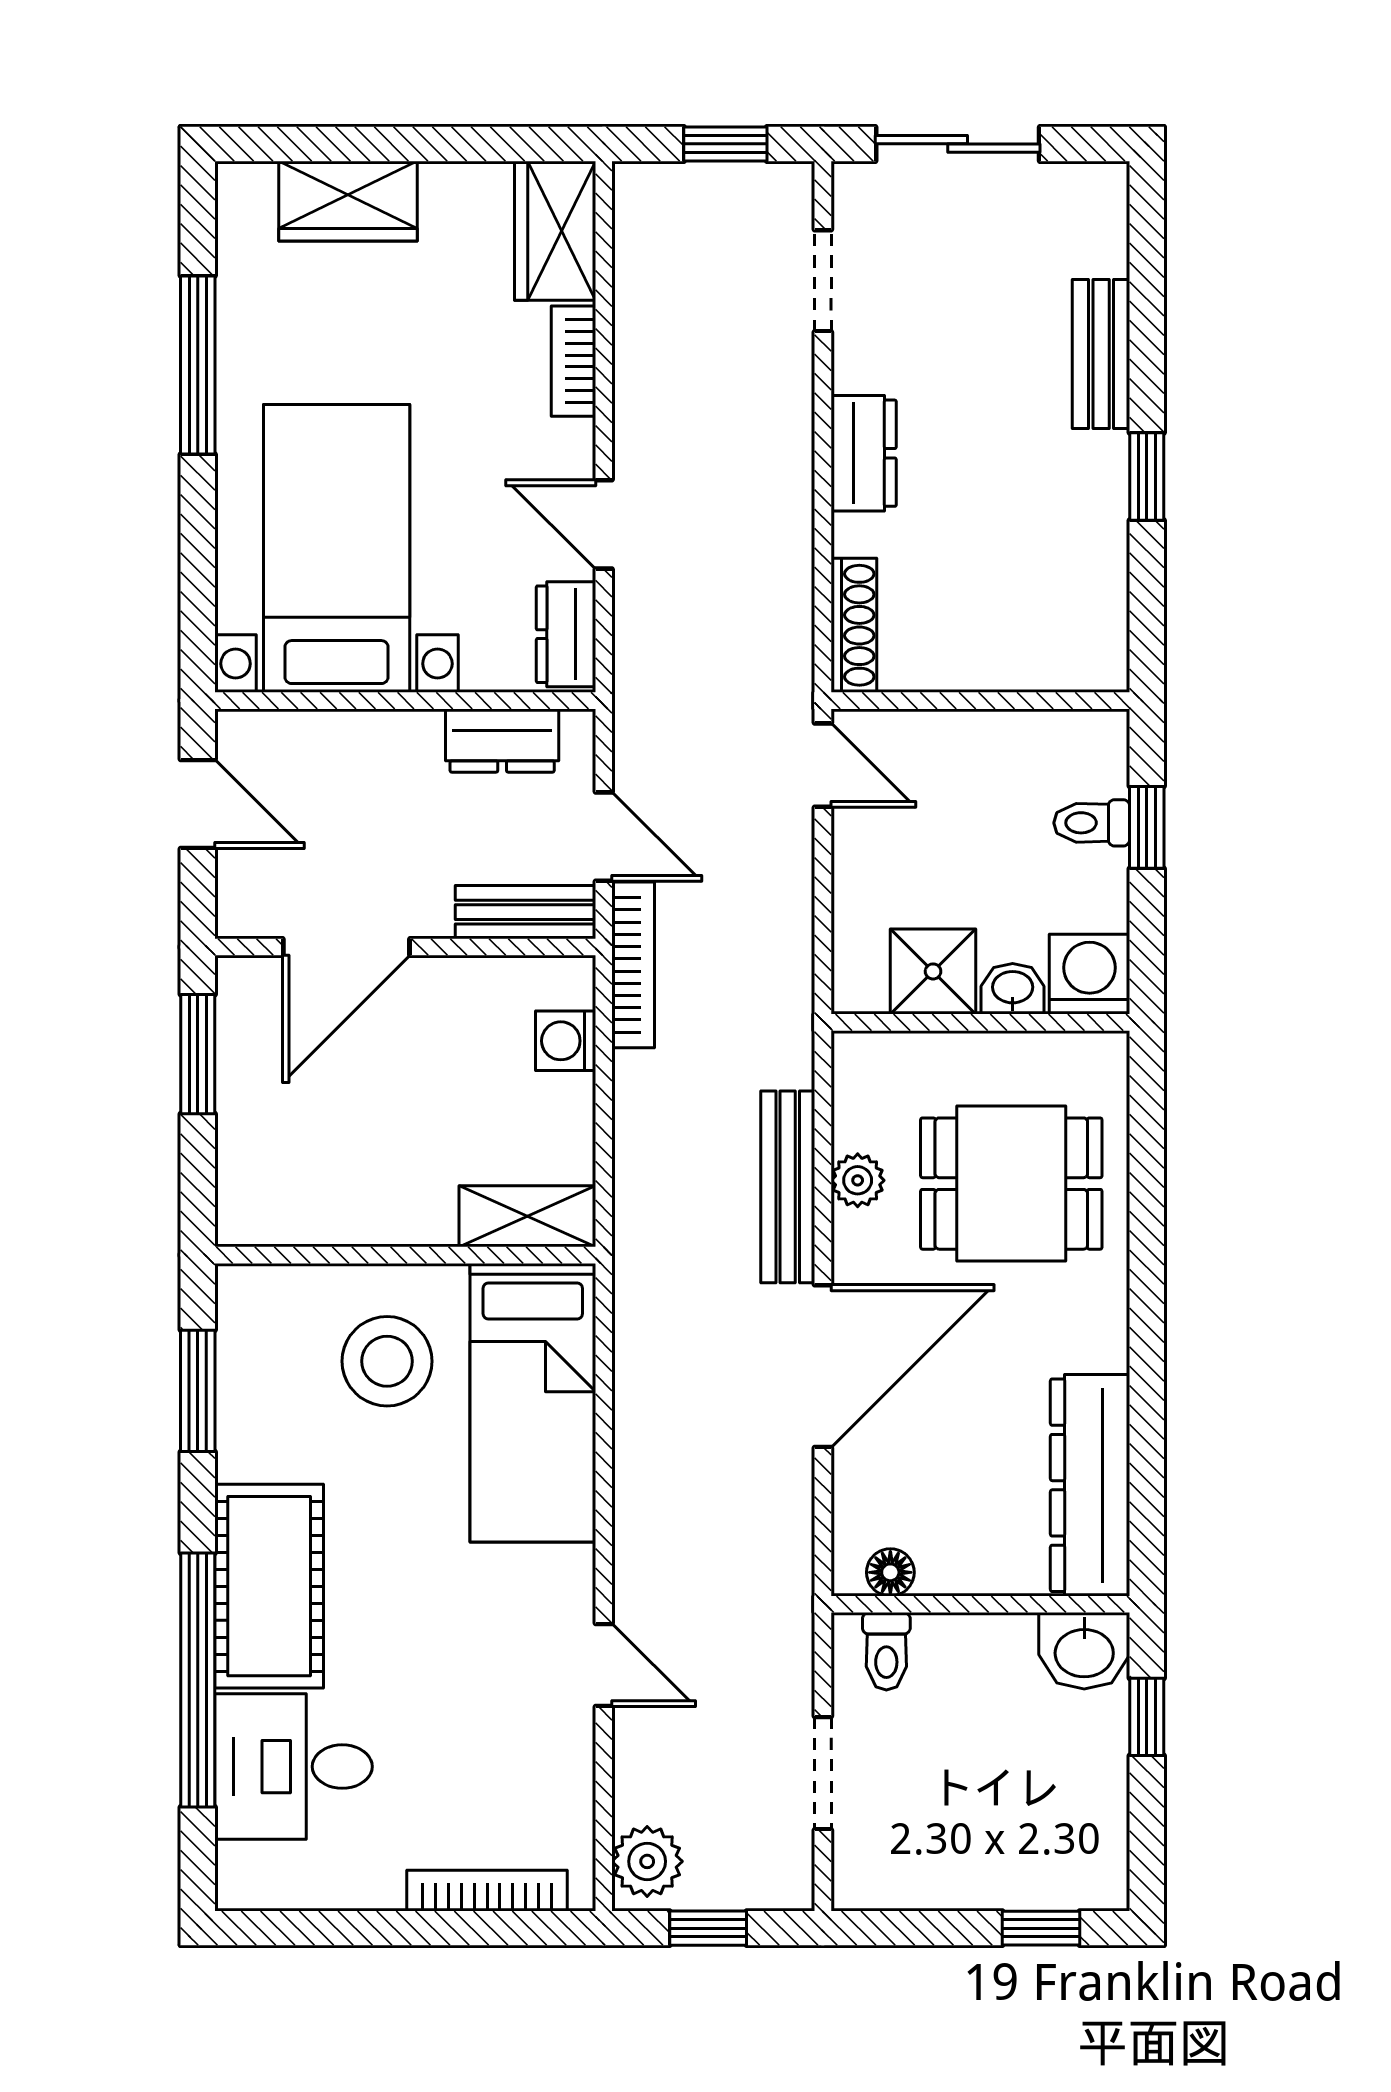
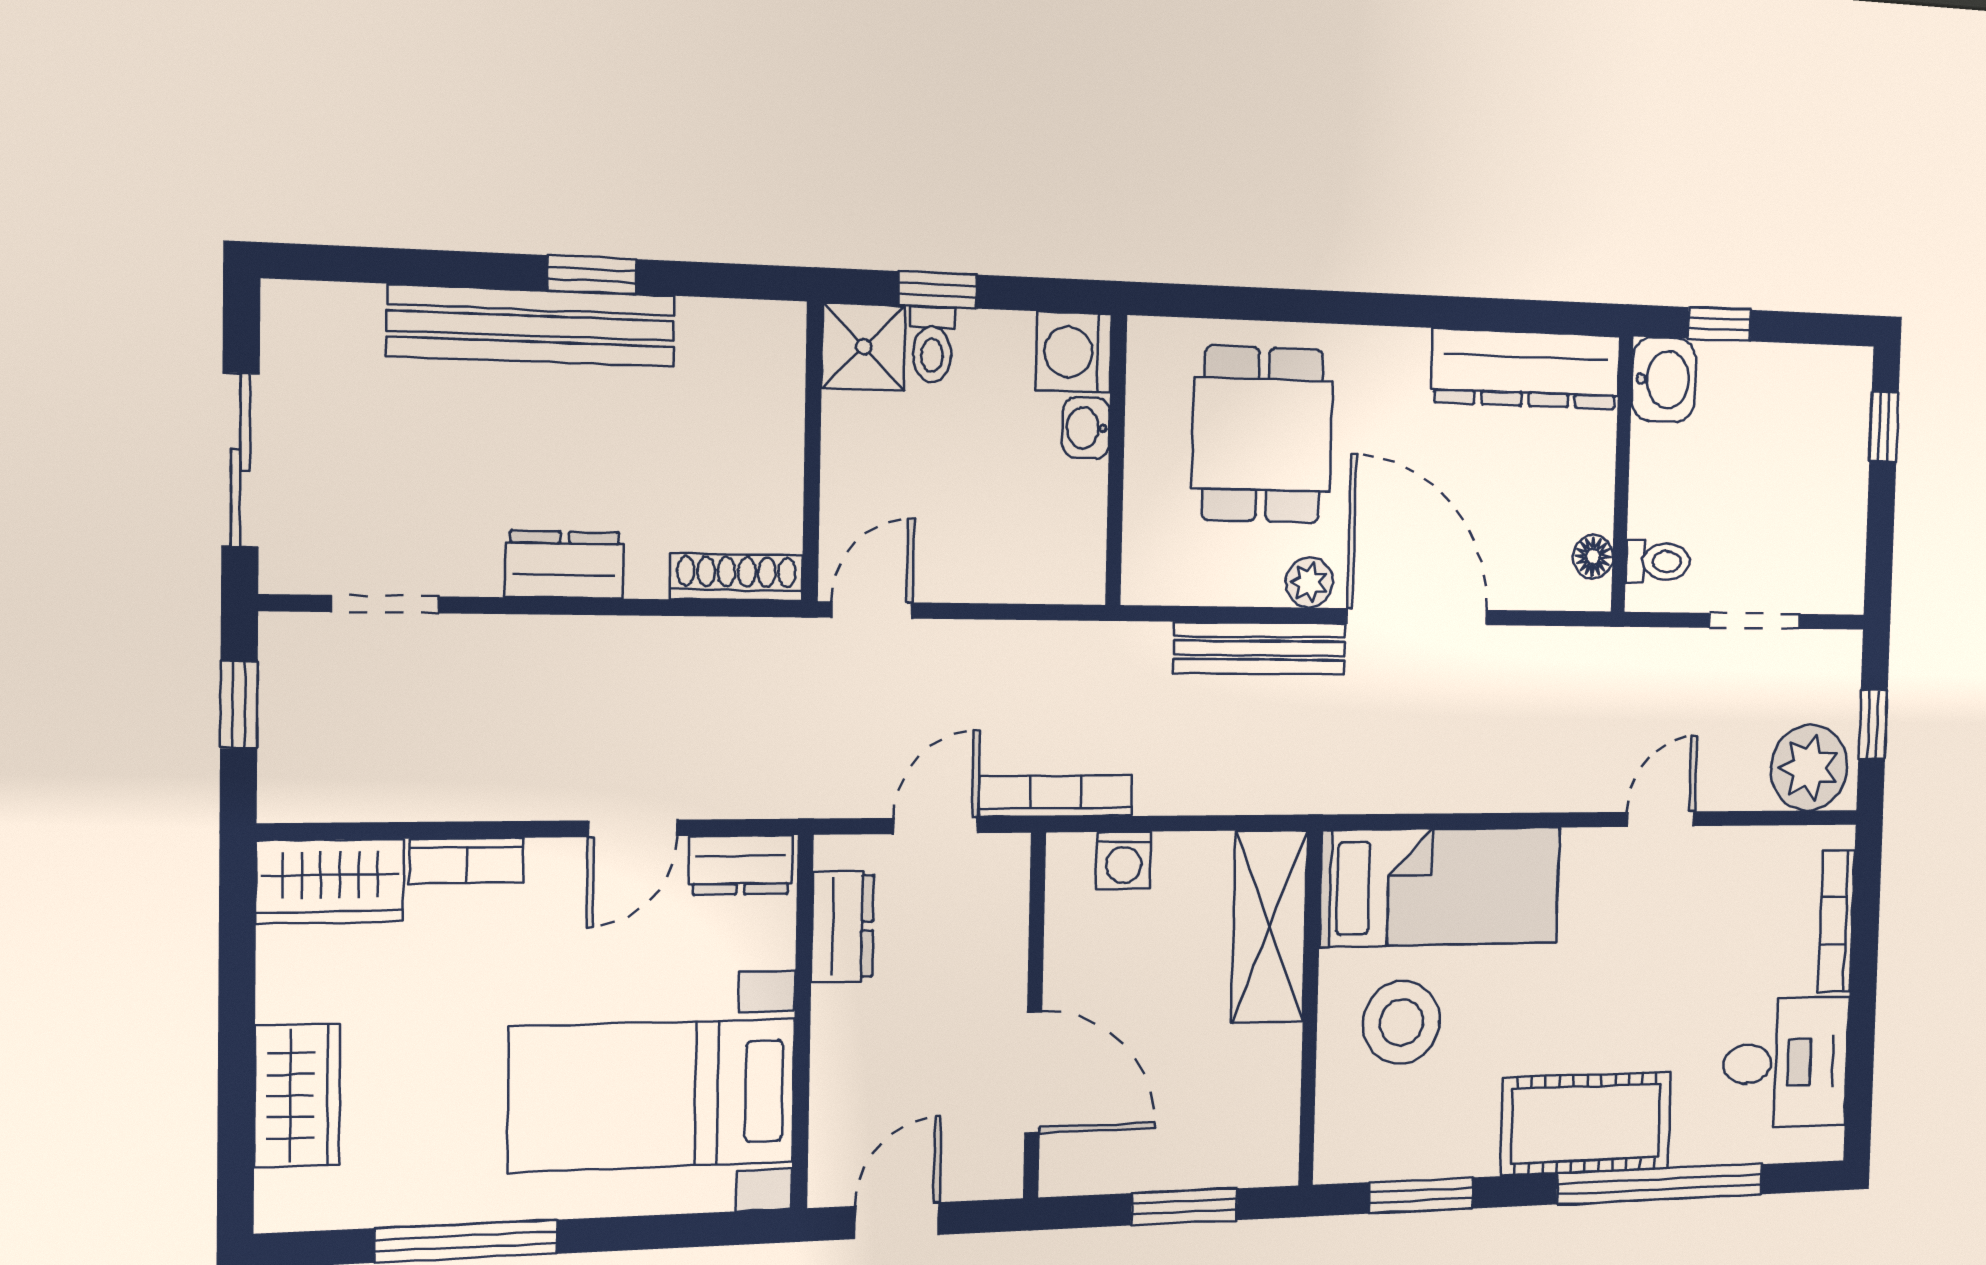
bench: (1101, 354) -> (532, 326), width x1.86, depth x1.21
bench: (525, 912) -> (1005, 901), removed
shower: (933, 971) -> (864, 347), moved
window: (198, 1054) -> (1184, 1207), moved
plant: (858, 1180) -> (1309, 582), moved
shelving: (527, 1216) -> (1270, 927), width x1.50, depth x1.33
desk: (293, 1767) -> (1786, 1063), moved, turned -90
plant: (647, 1861) -> (1809, 768), width x1.36, depth x1.36

